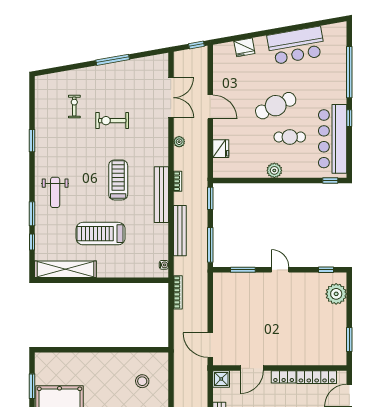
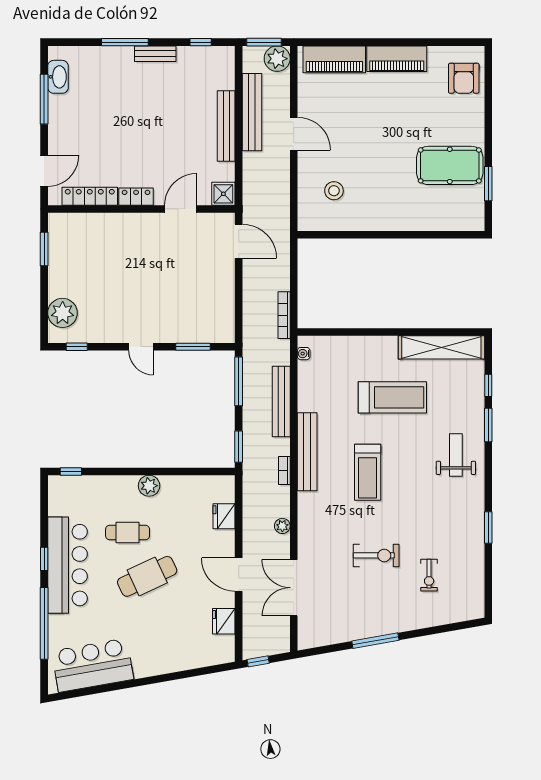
bar counter: (296, 45) -> (93, 665), moved
fridge: (244, 47) -> (224, 621), moved, turned -80
bar counter: (333, 139) -> (67, 565), moved

